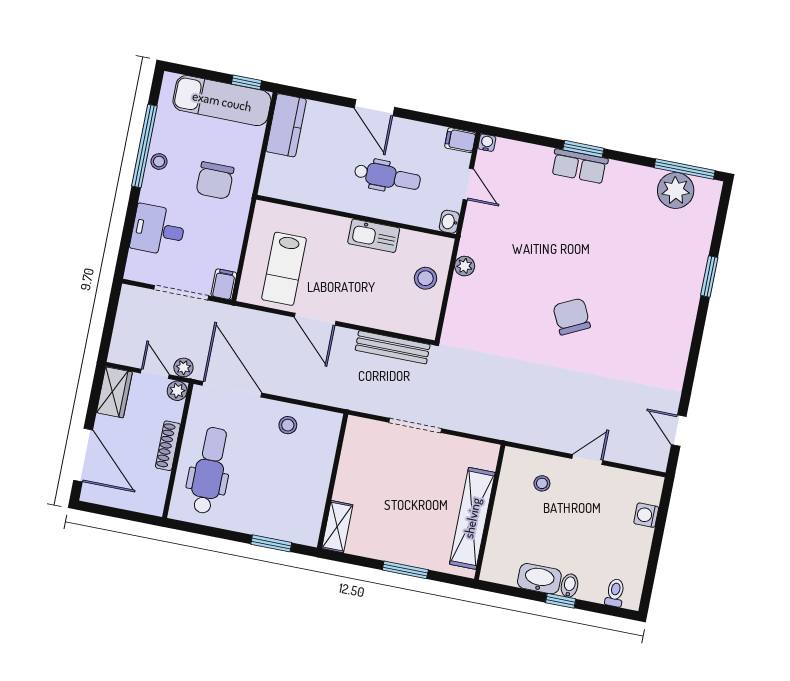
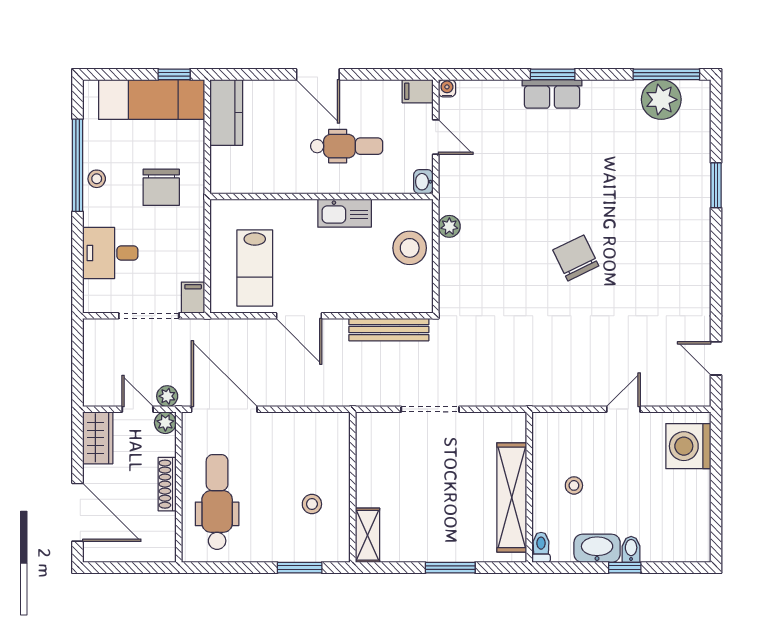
stool: (425, 278) -> (410, 248), width x1.38, depth x1.38
stool: (288, 425) -> (312, 504), moved
stool: (542, 483) -> (574, 485), moved
washing machine: (646, 515) -> (688, 446), width x1.89, depth x1.89
toilet: (615, 593) -> (541, 547), moved

